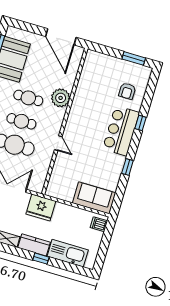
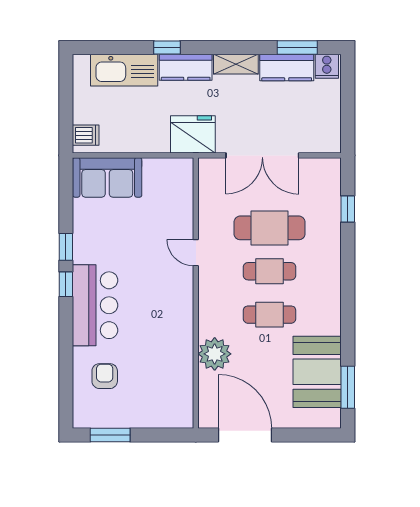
plant: (61, 98) -> (215, 354), moved
window: (141, 123) -> (66, 284), moved

